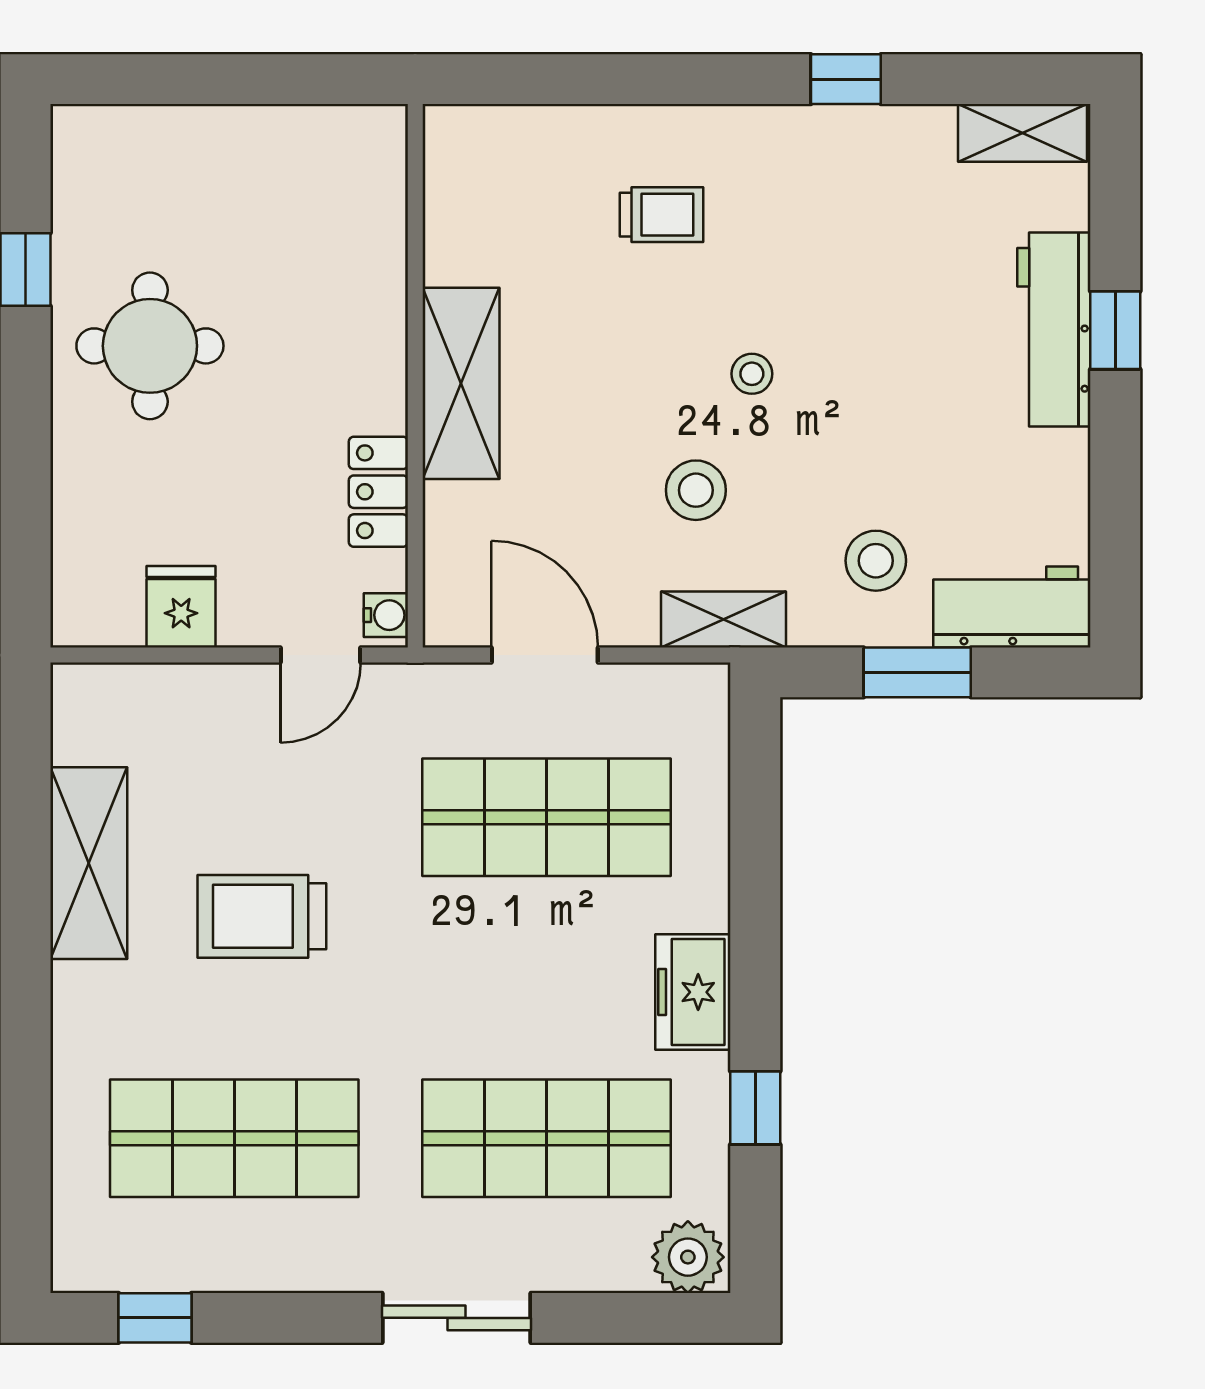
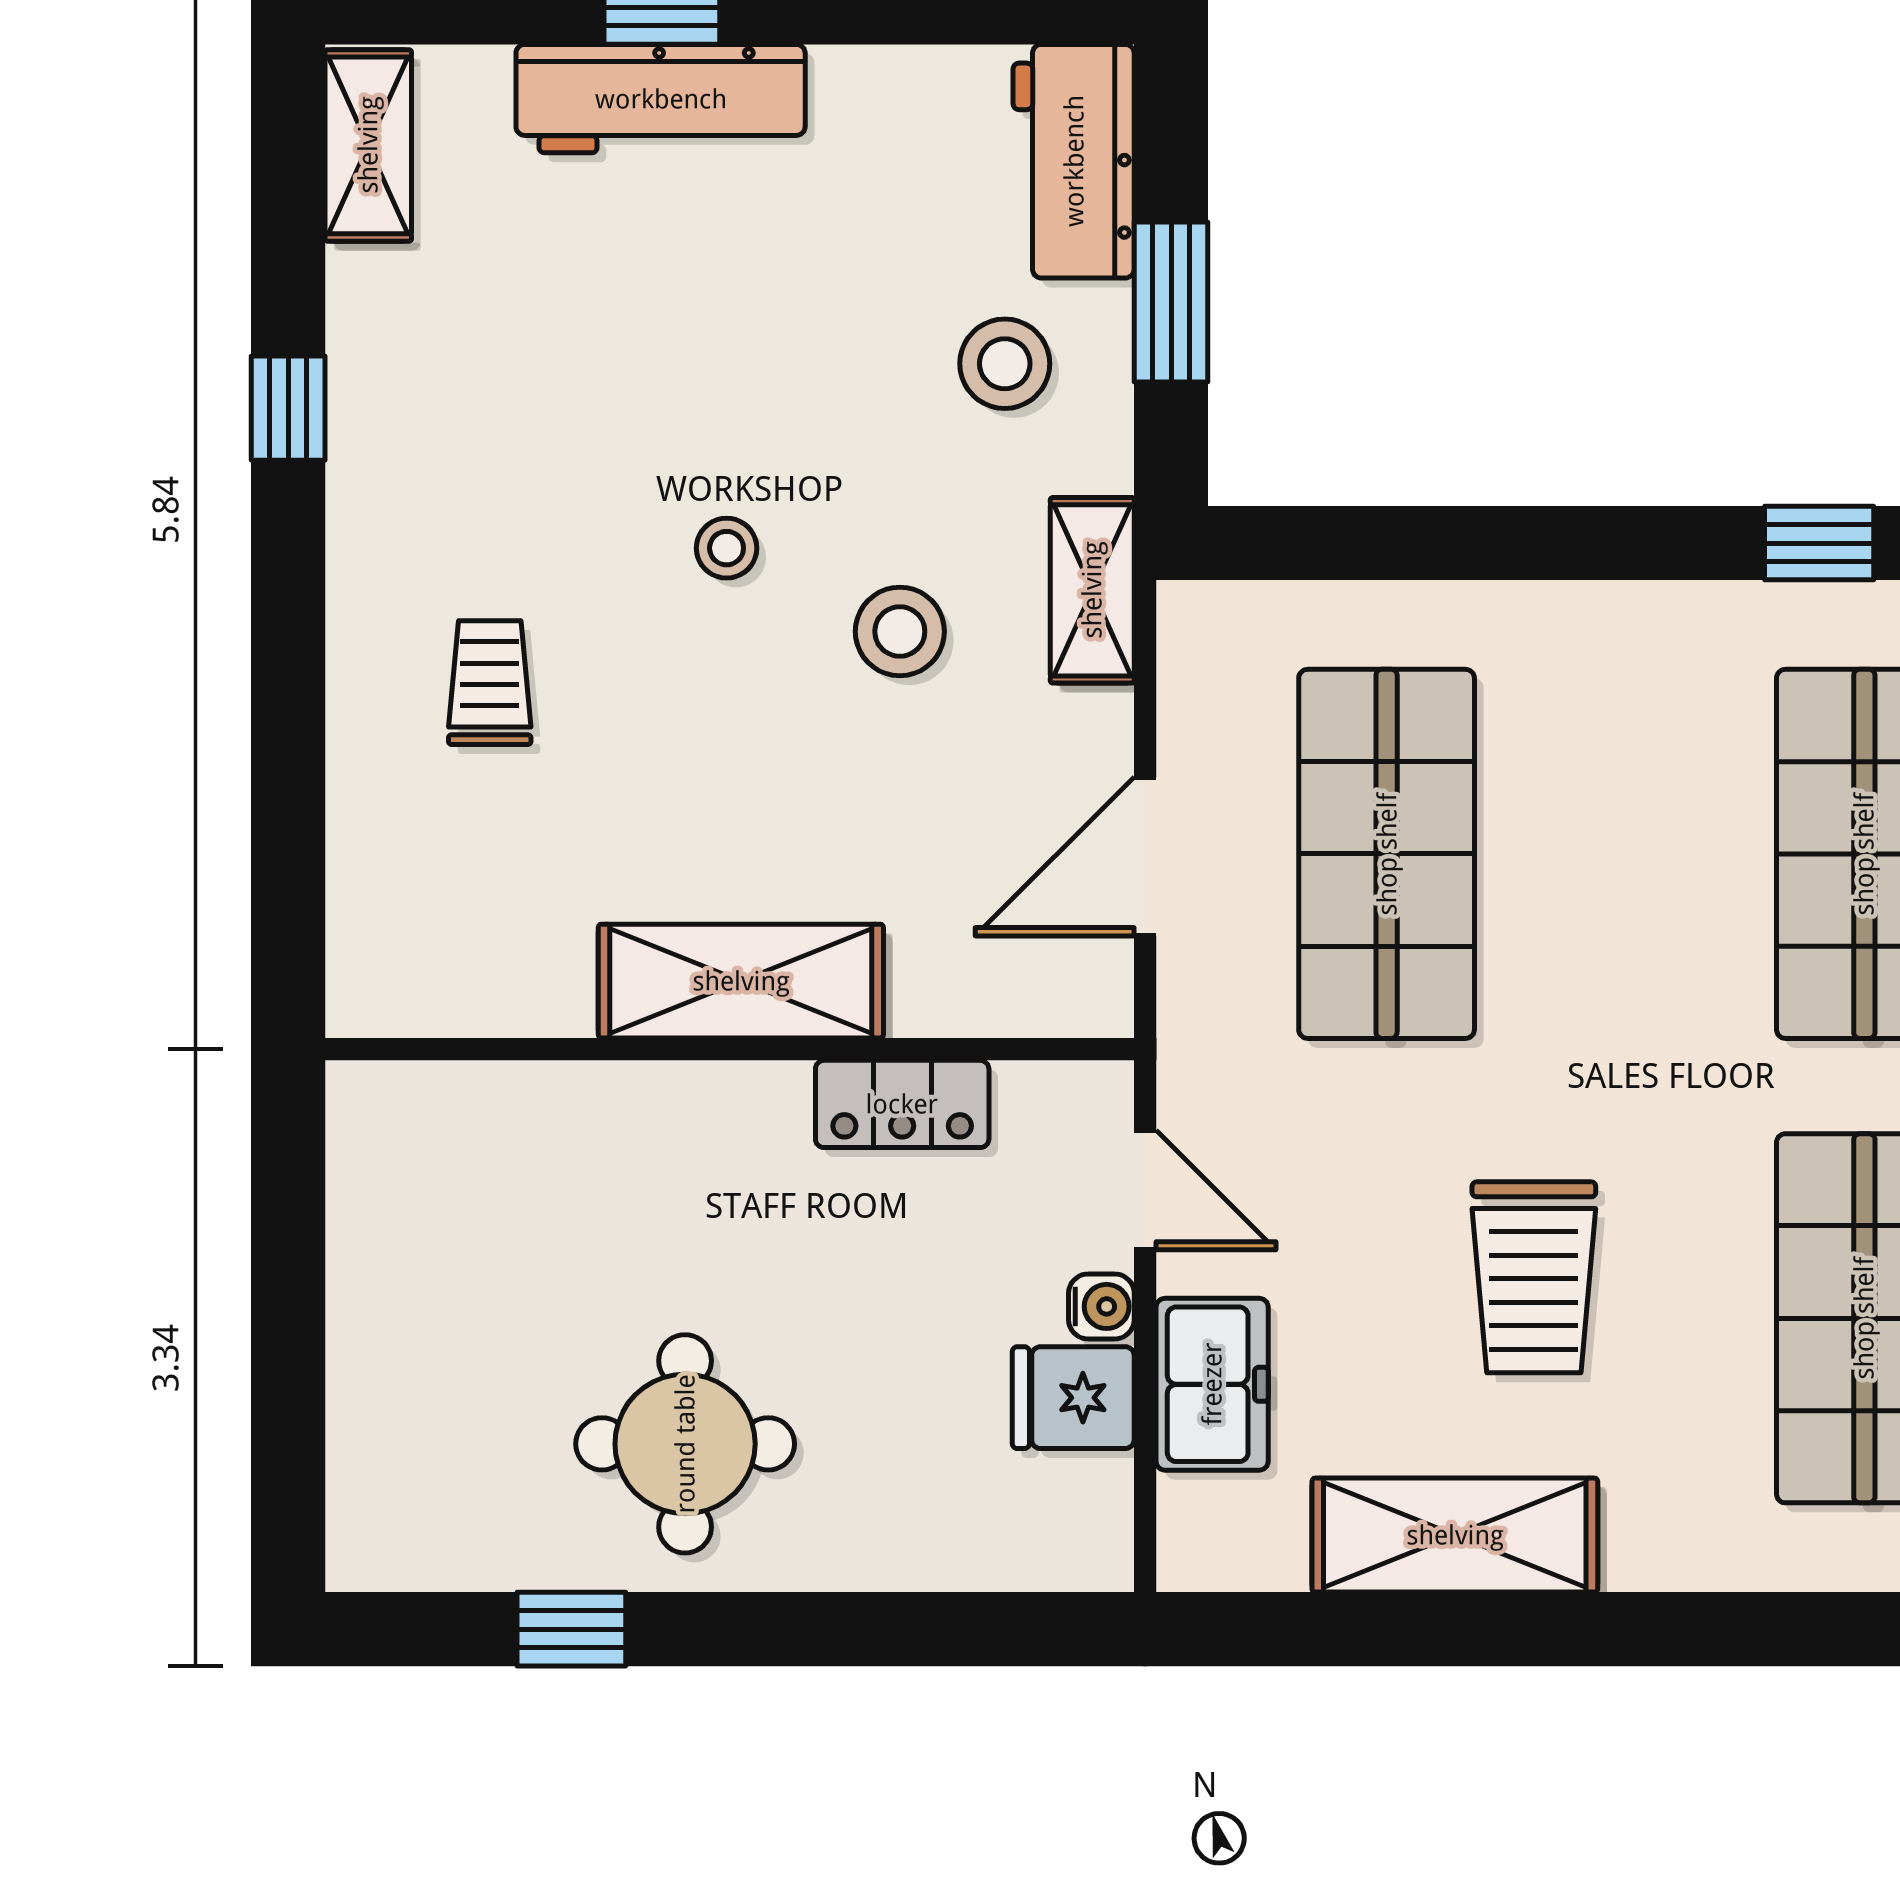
water cooler: (386, 615) -> (1101, 1306), moved, turned 90
freezer: (693, 992) -> (1212, 1384), moved, turned -90

